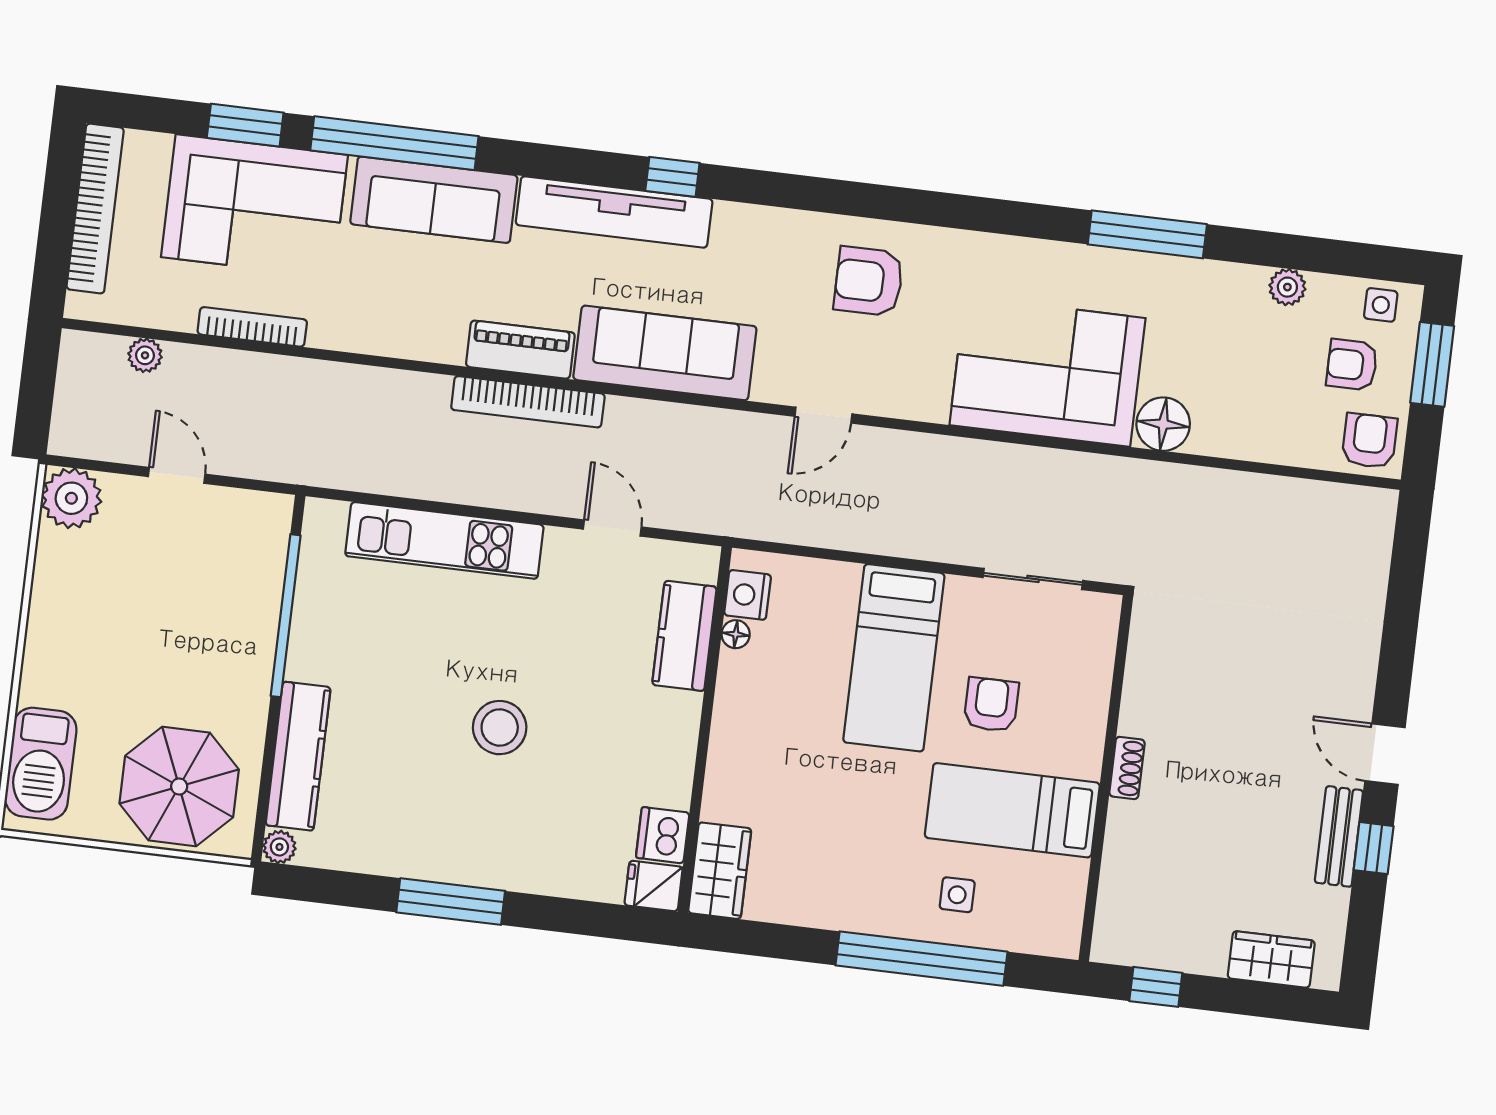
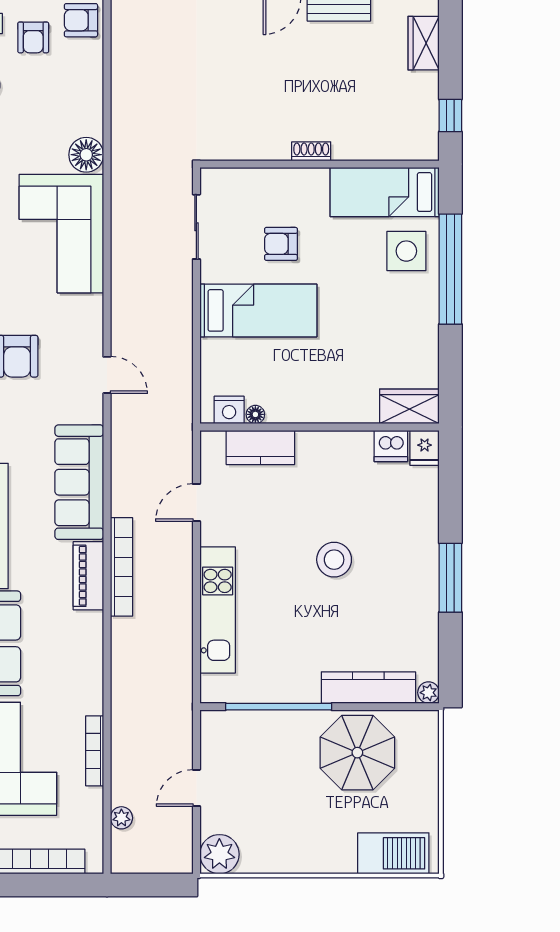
parasol: (179, 786) -> (357, 753), moved
bed: (1012, 810) -> (385, 192), moved, turned 90
side table: (957, 895) -> (406, 251), width x1.87, depth x1.87

